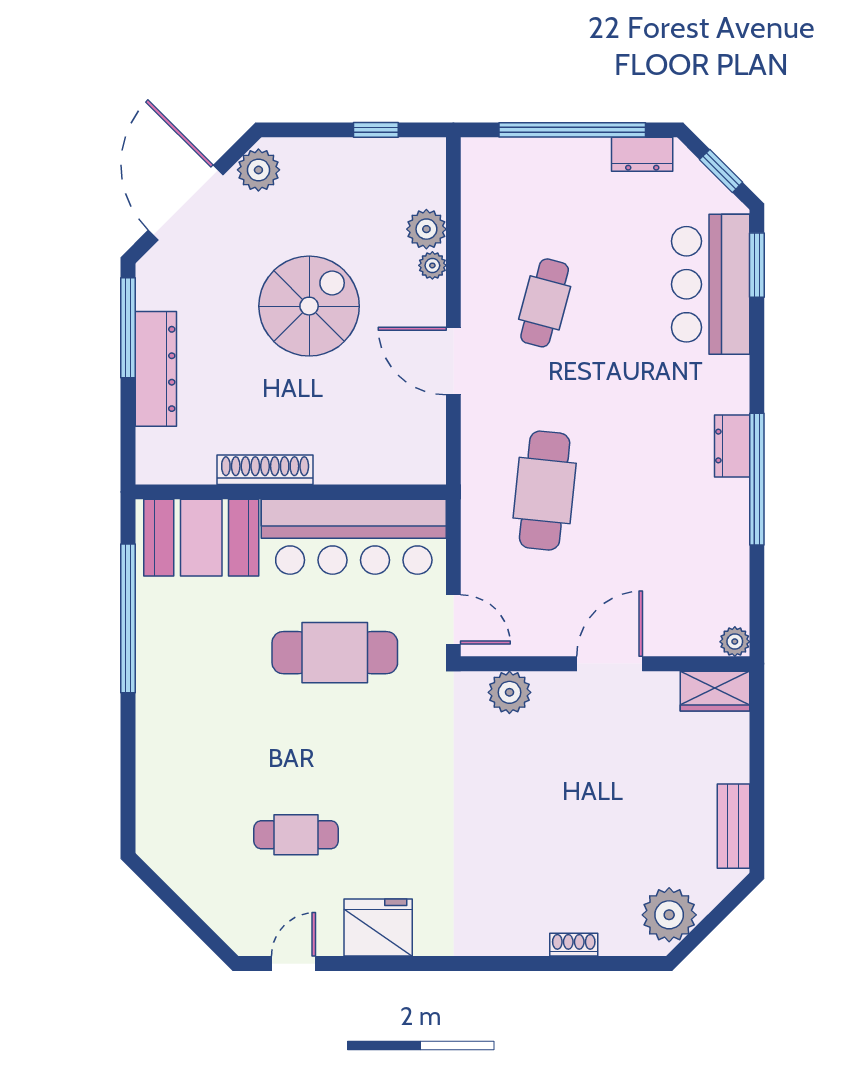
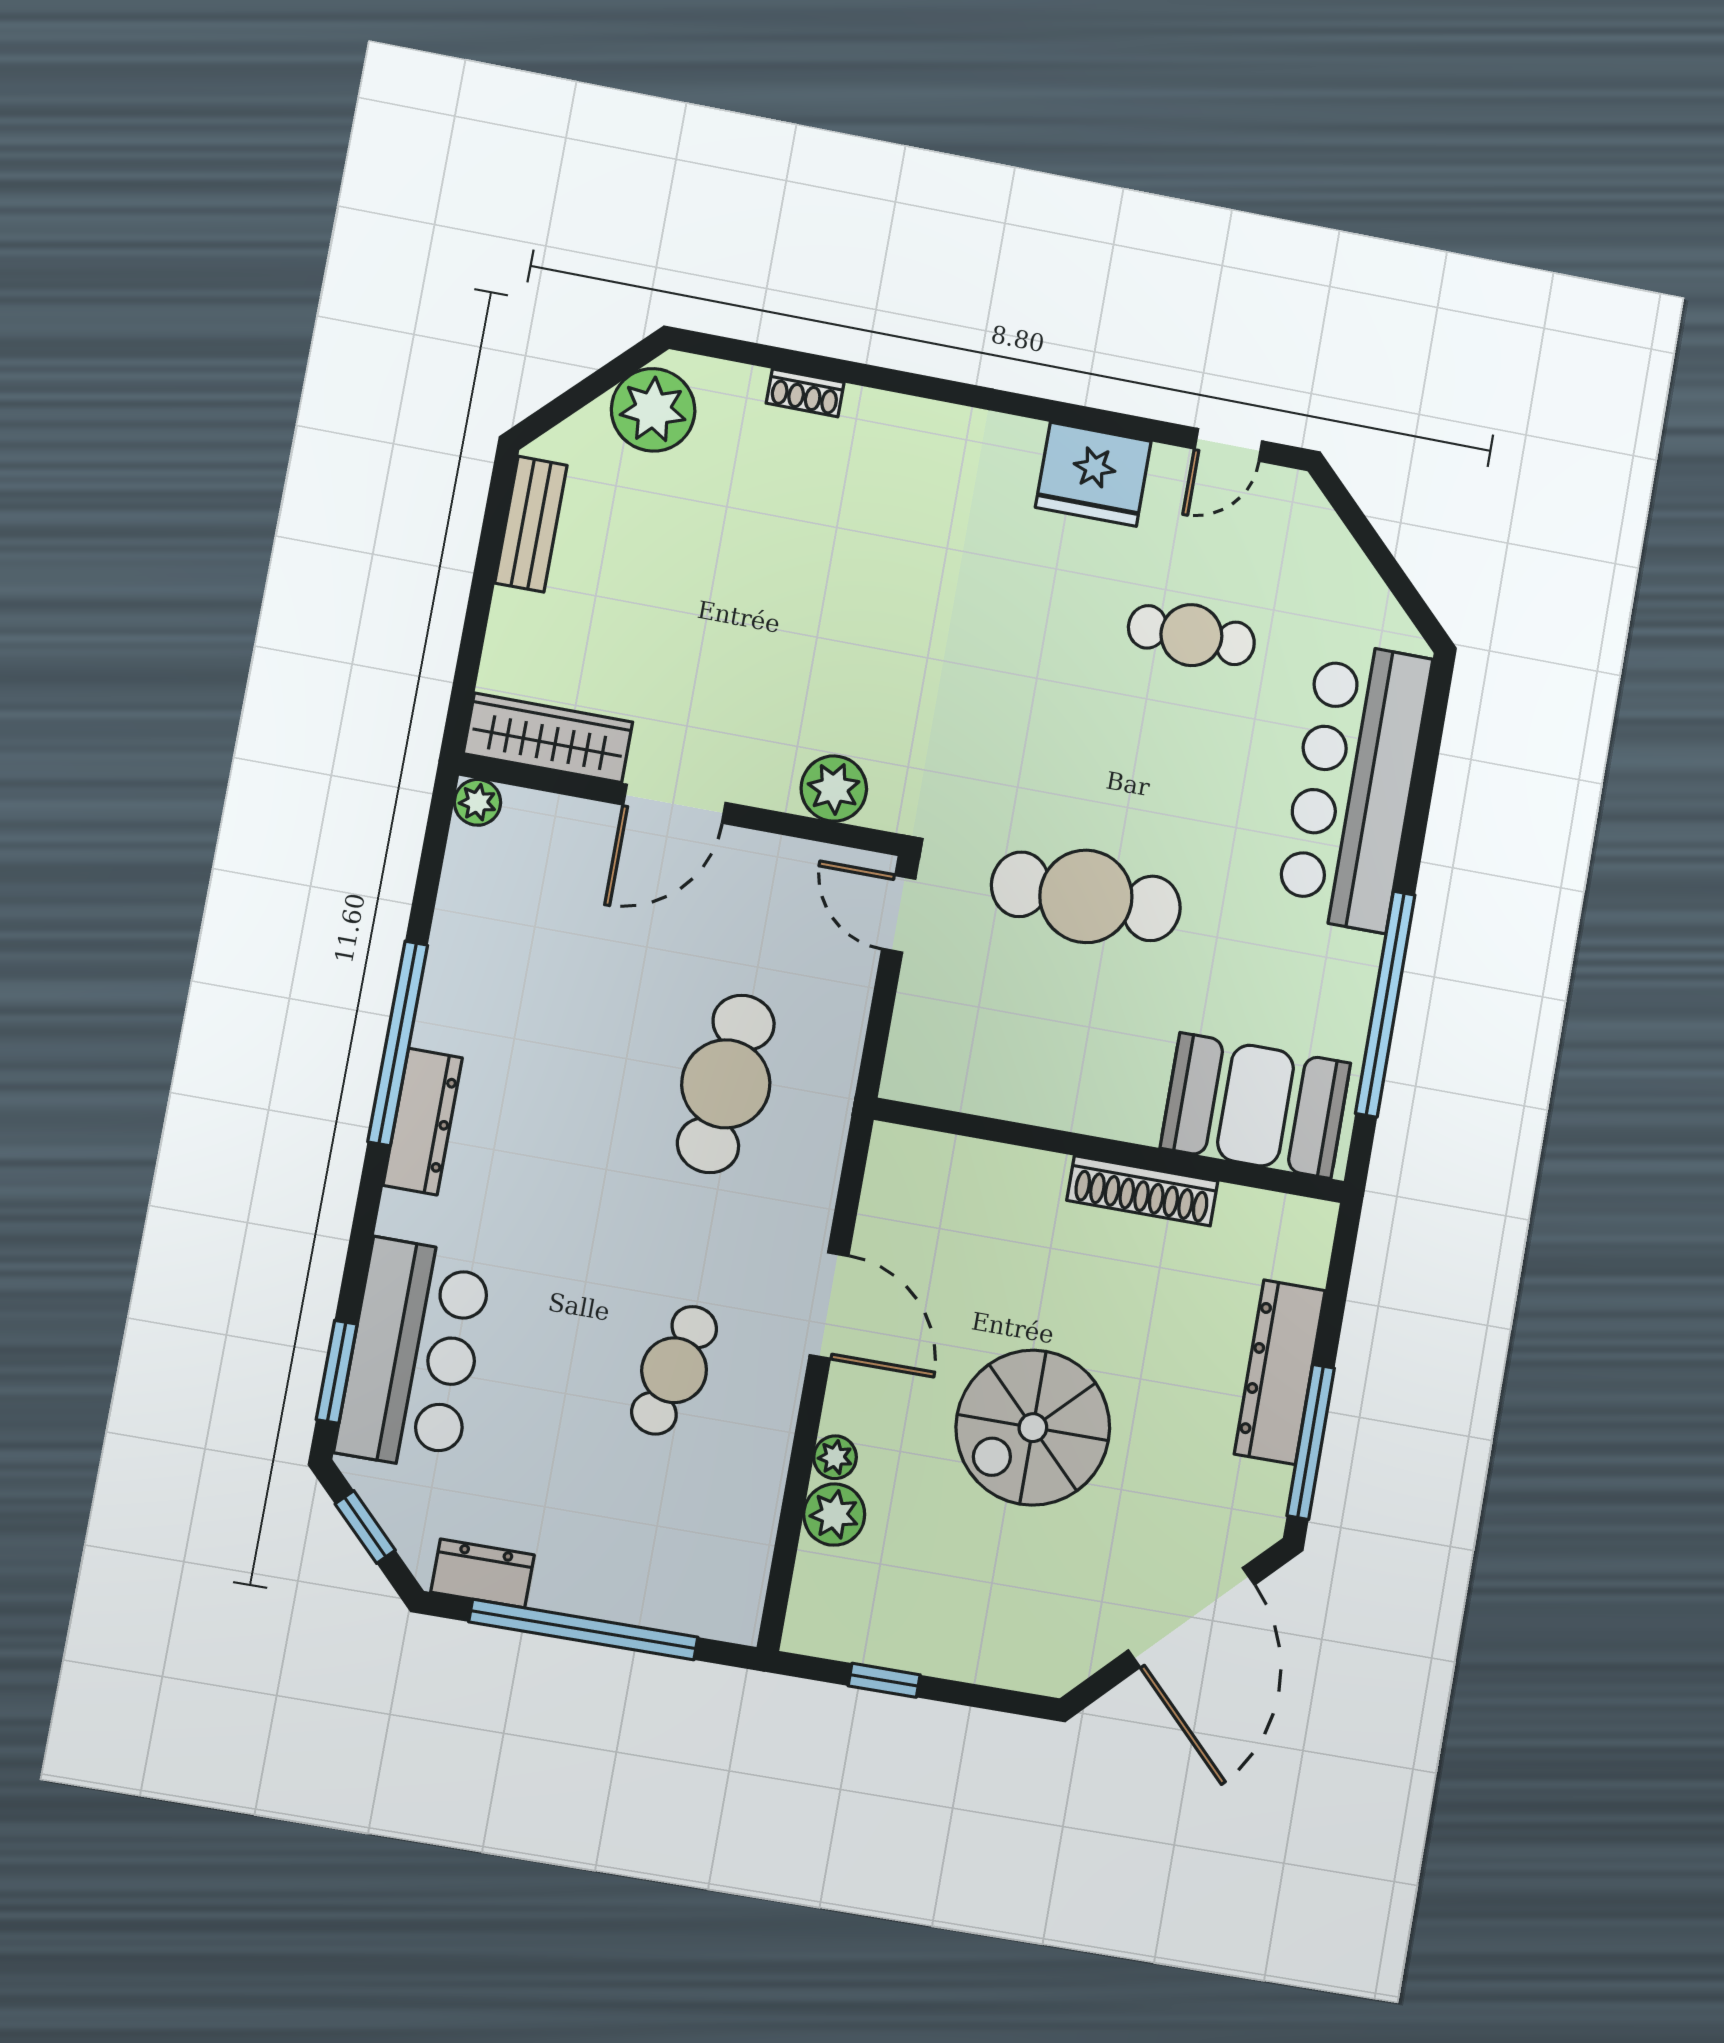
plant: (258, 170) -> (1073, 1649), removed
dresser: (732, 446) -> (423, 1122), width x1.44
bar counter: (354, 537) -> (1354, 786), moved, turned -90
wardrobe: (715, 691) -> (548, 738), width x1.50

